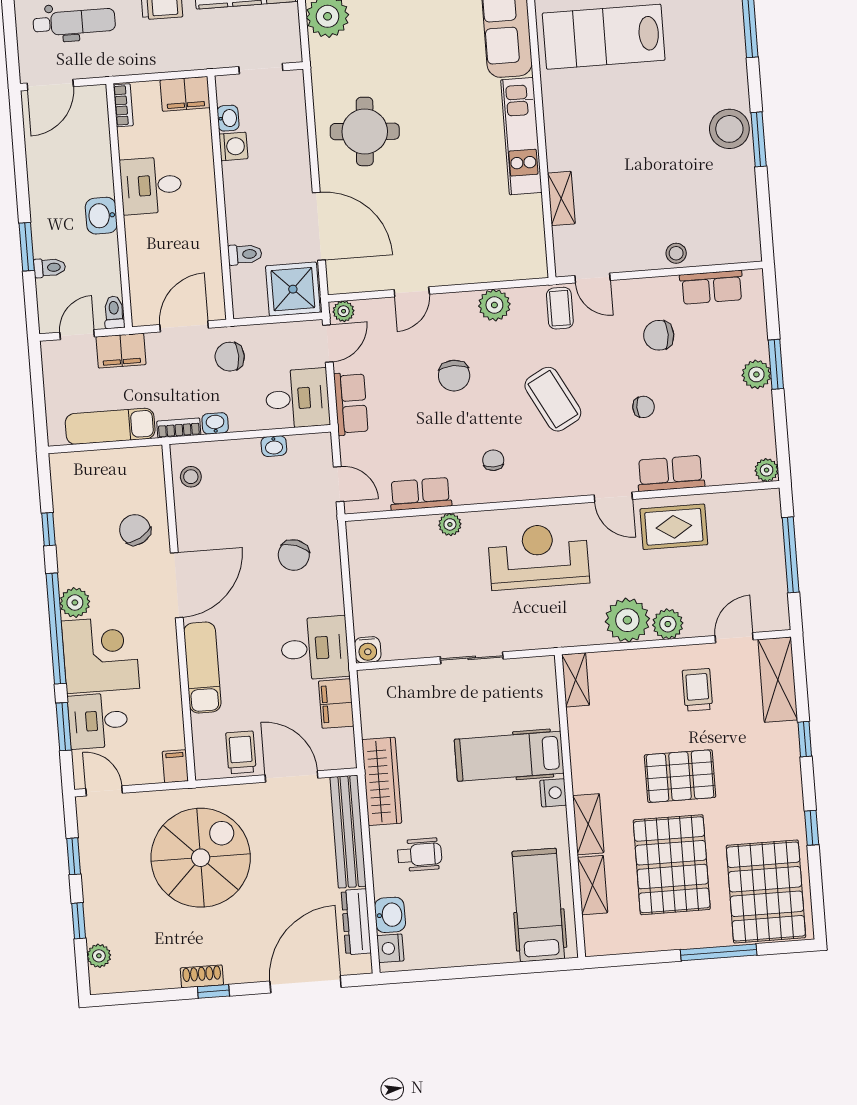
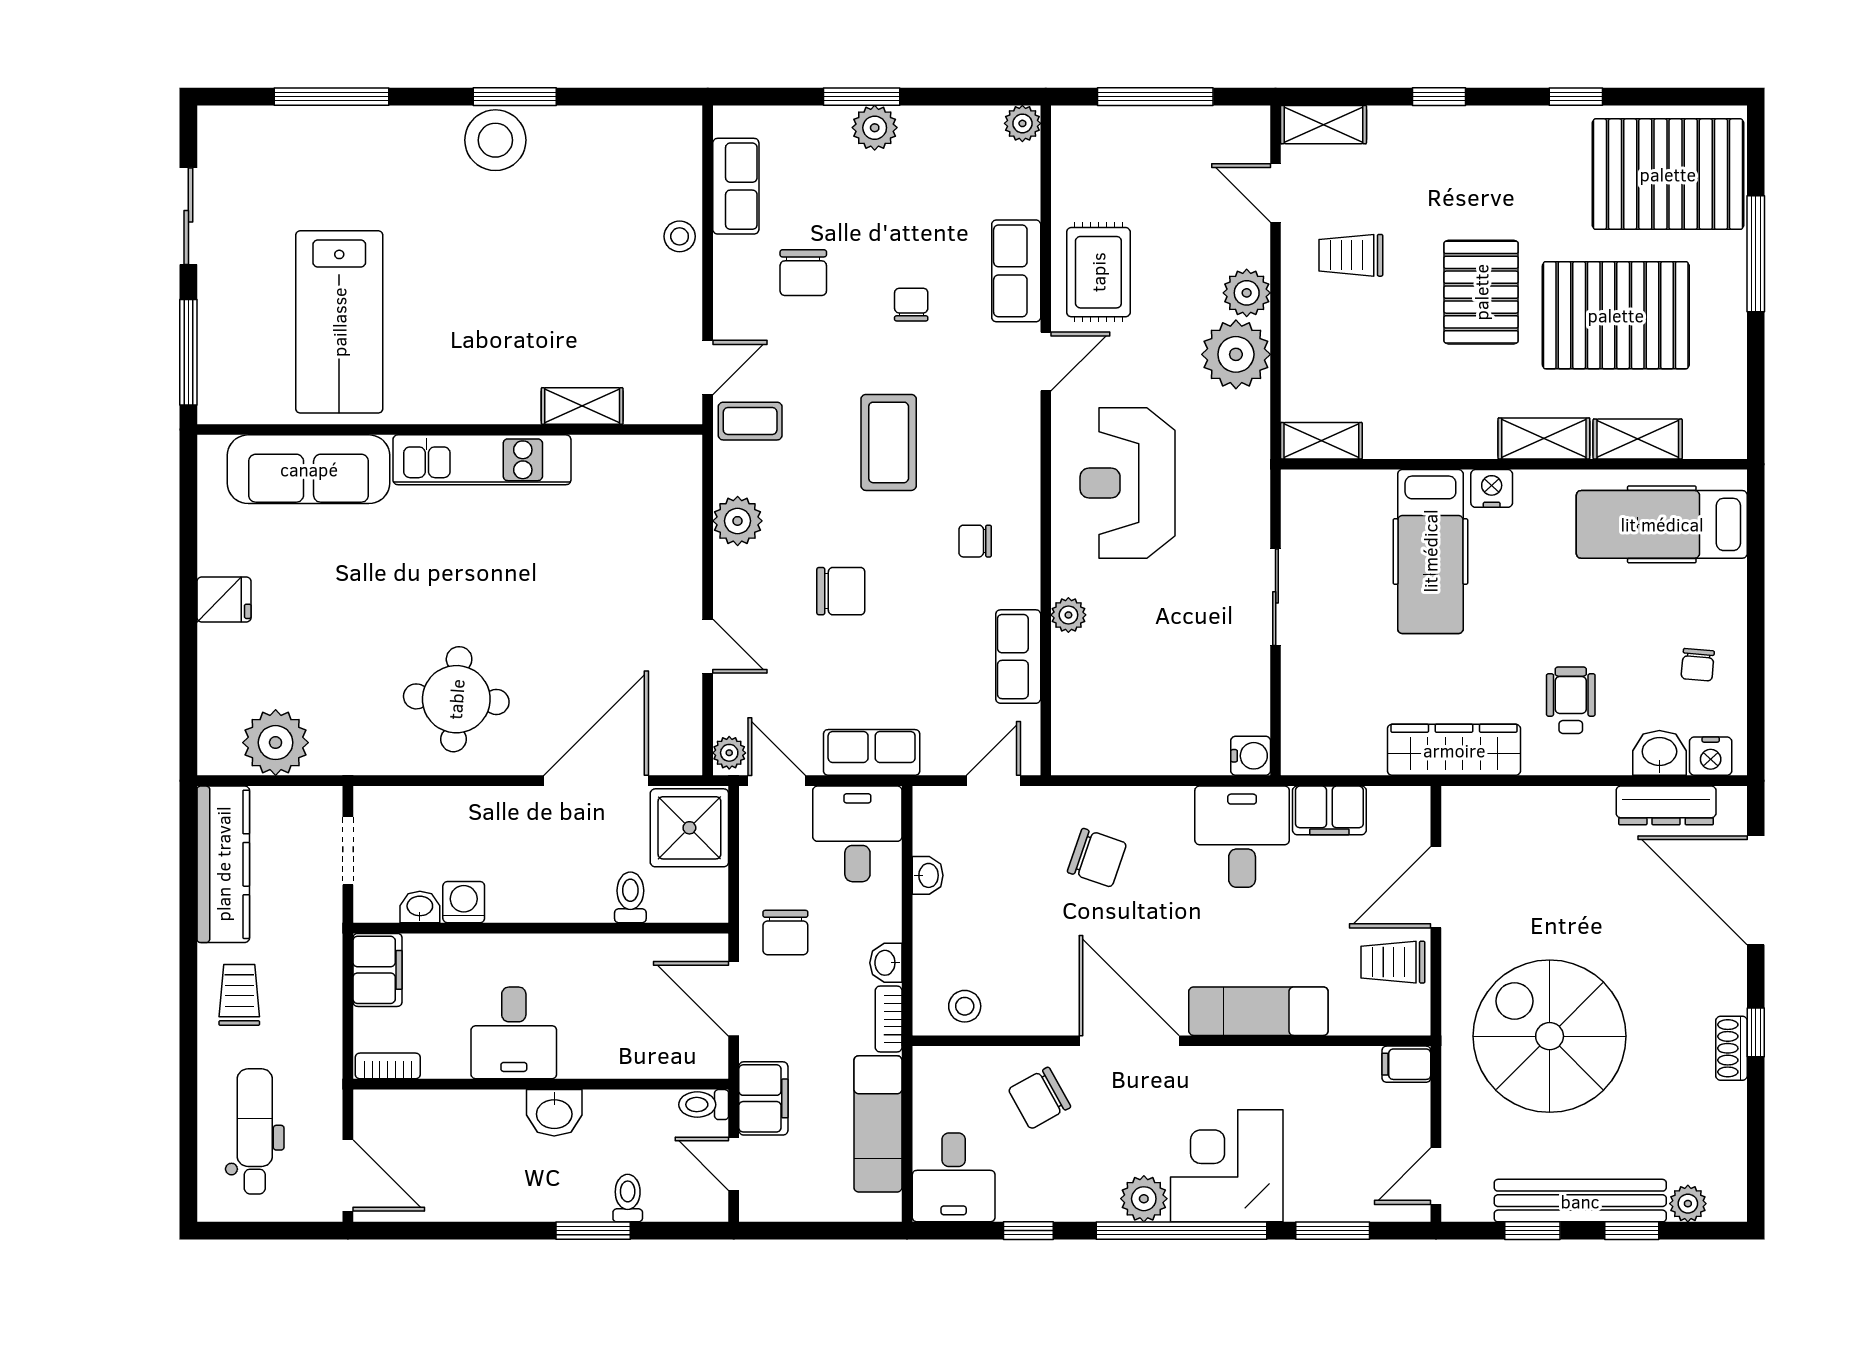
coffee table: (553, 399) -> (889, 442), turned -62
shelving: (778, 680) -> (1324, 125), width x0.67, depth x0.75
desk: (98, 721) -> (954, 1177), moved
bench: (348, 832) -> (1580, 1201), moved
chair: (449, 935) -> (1698, 665), added

